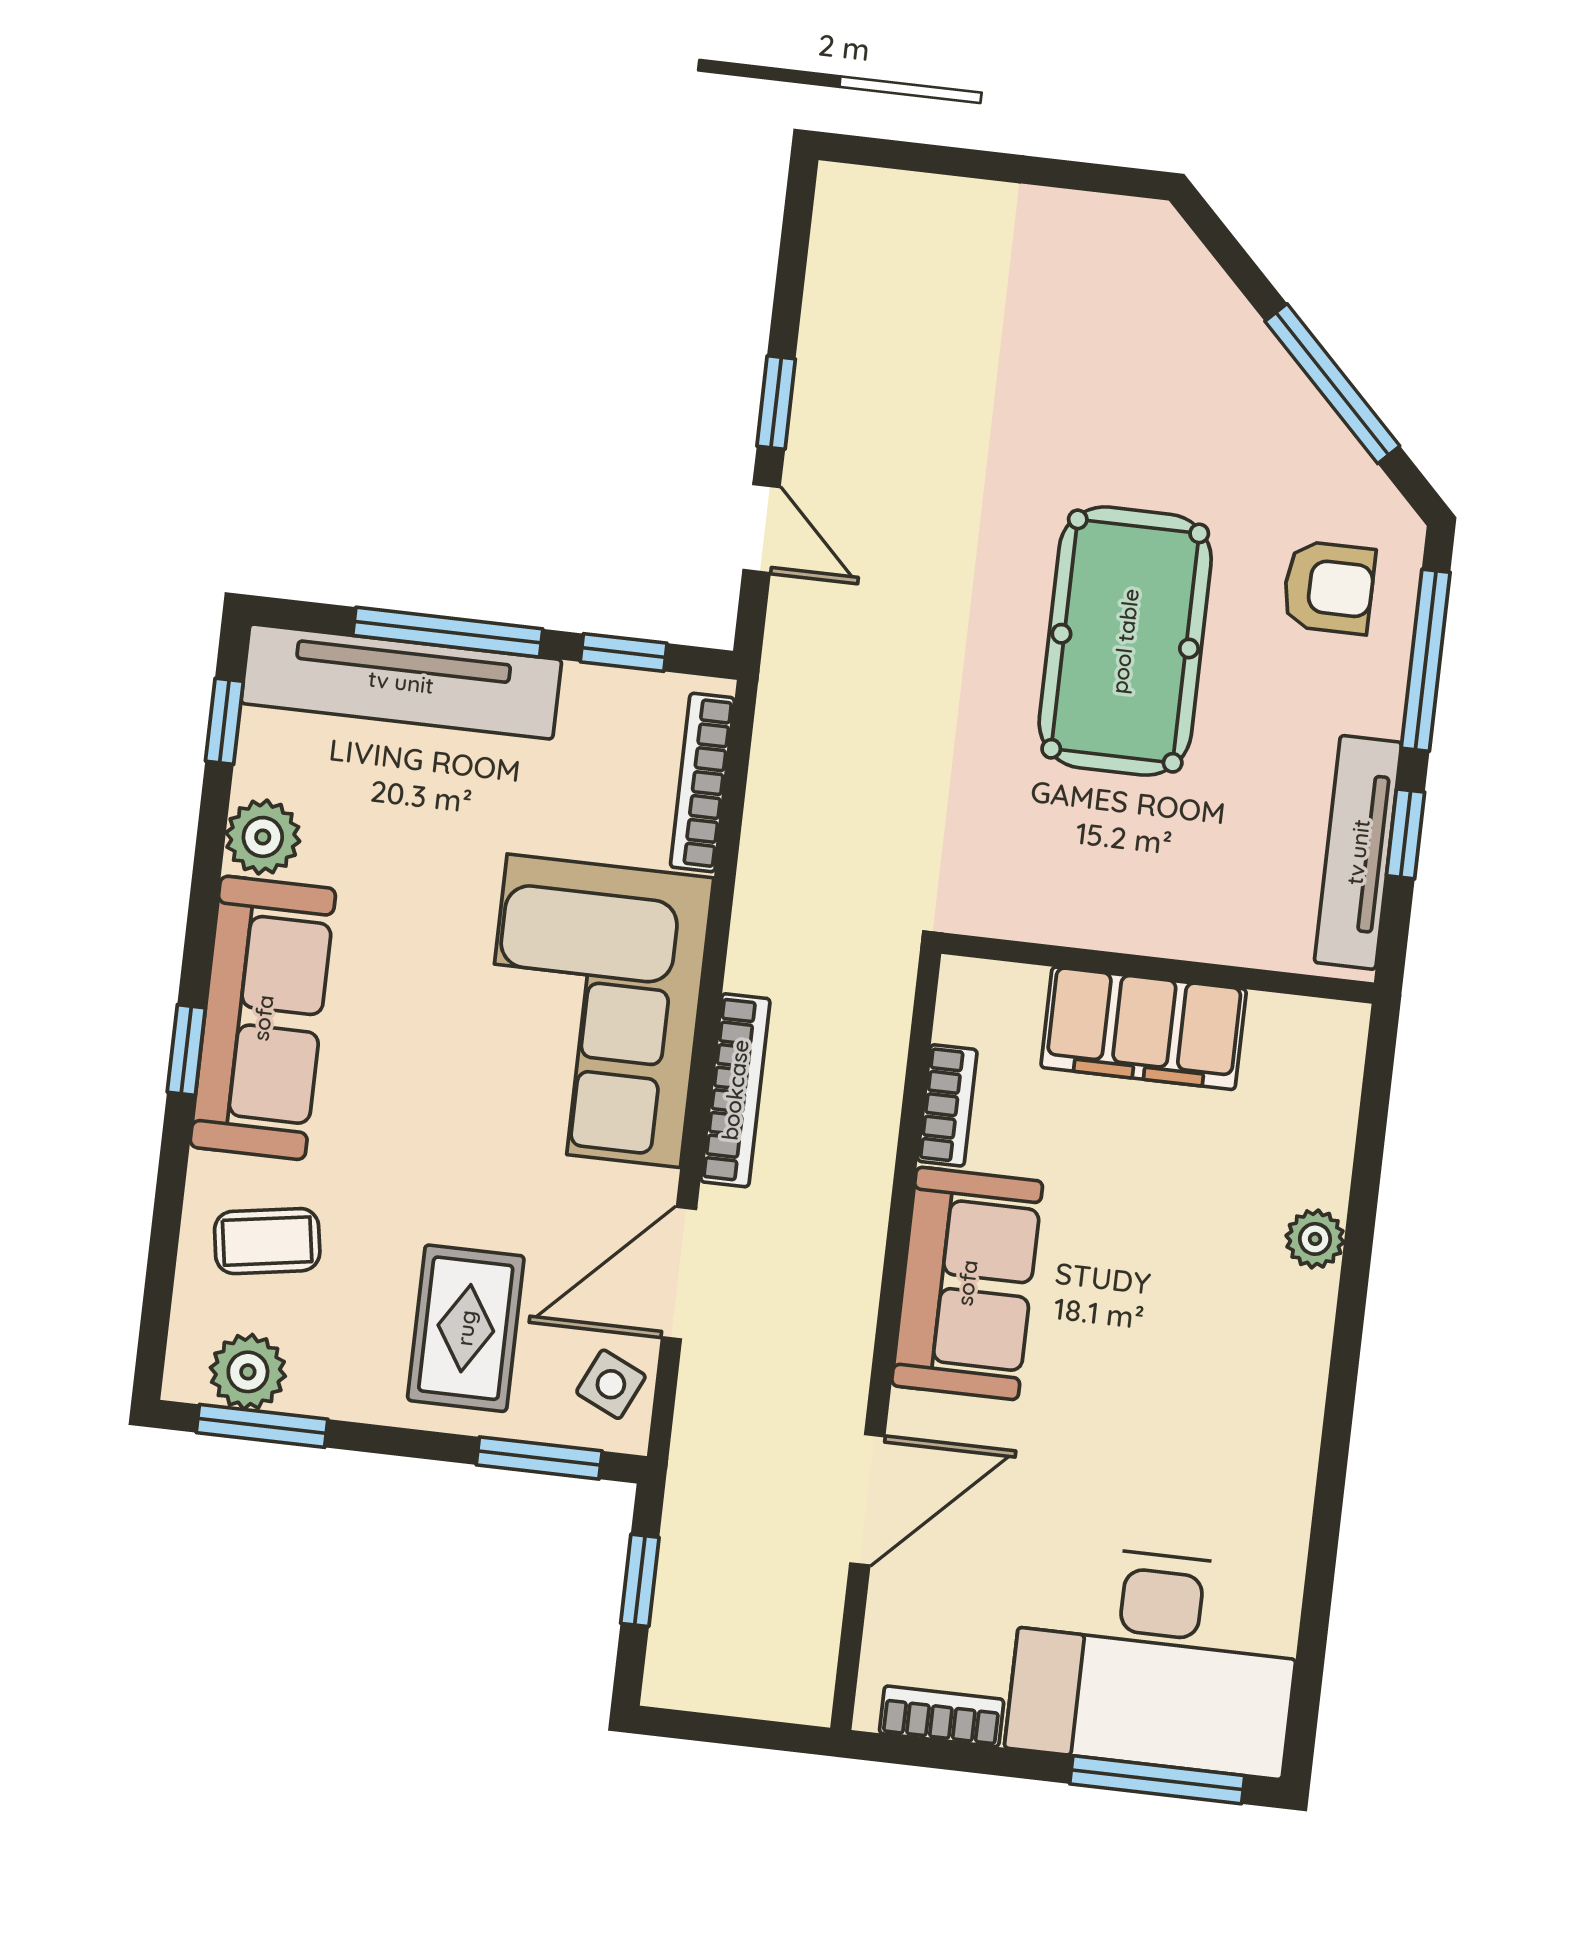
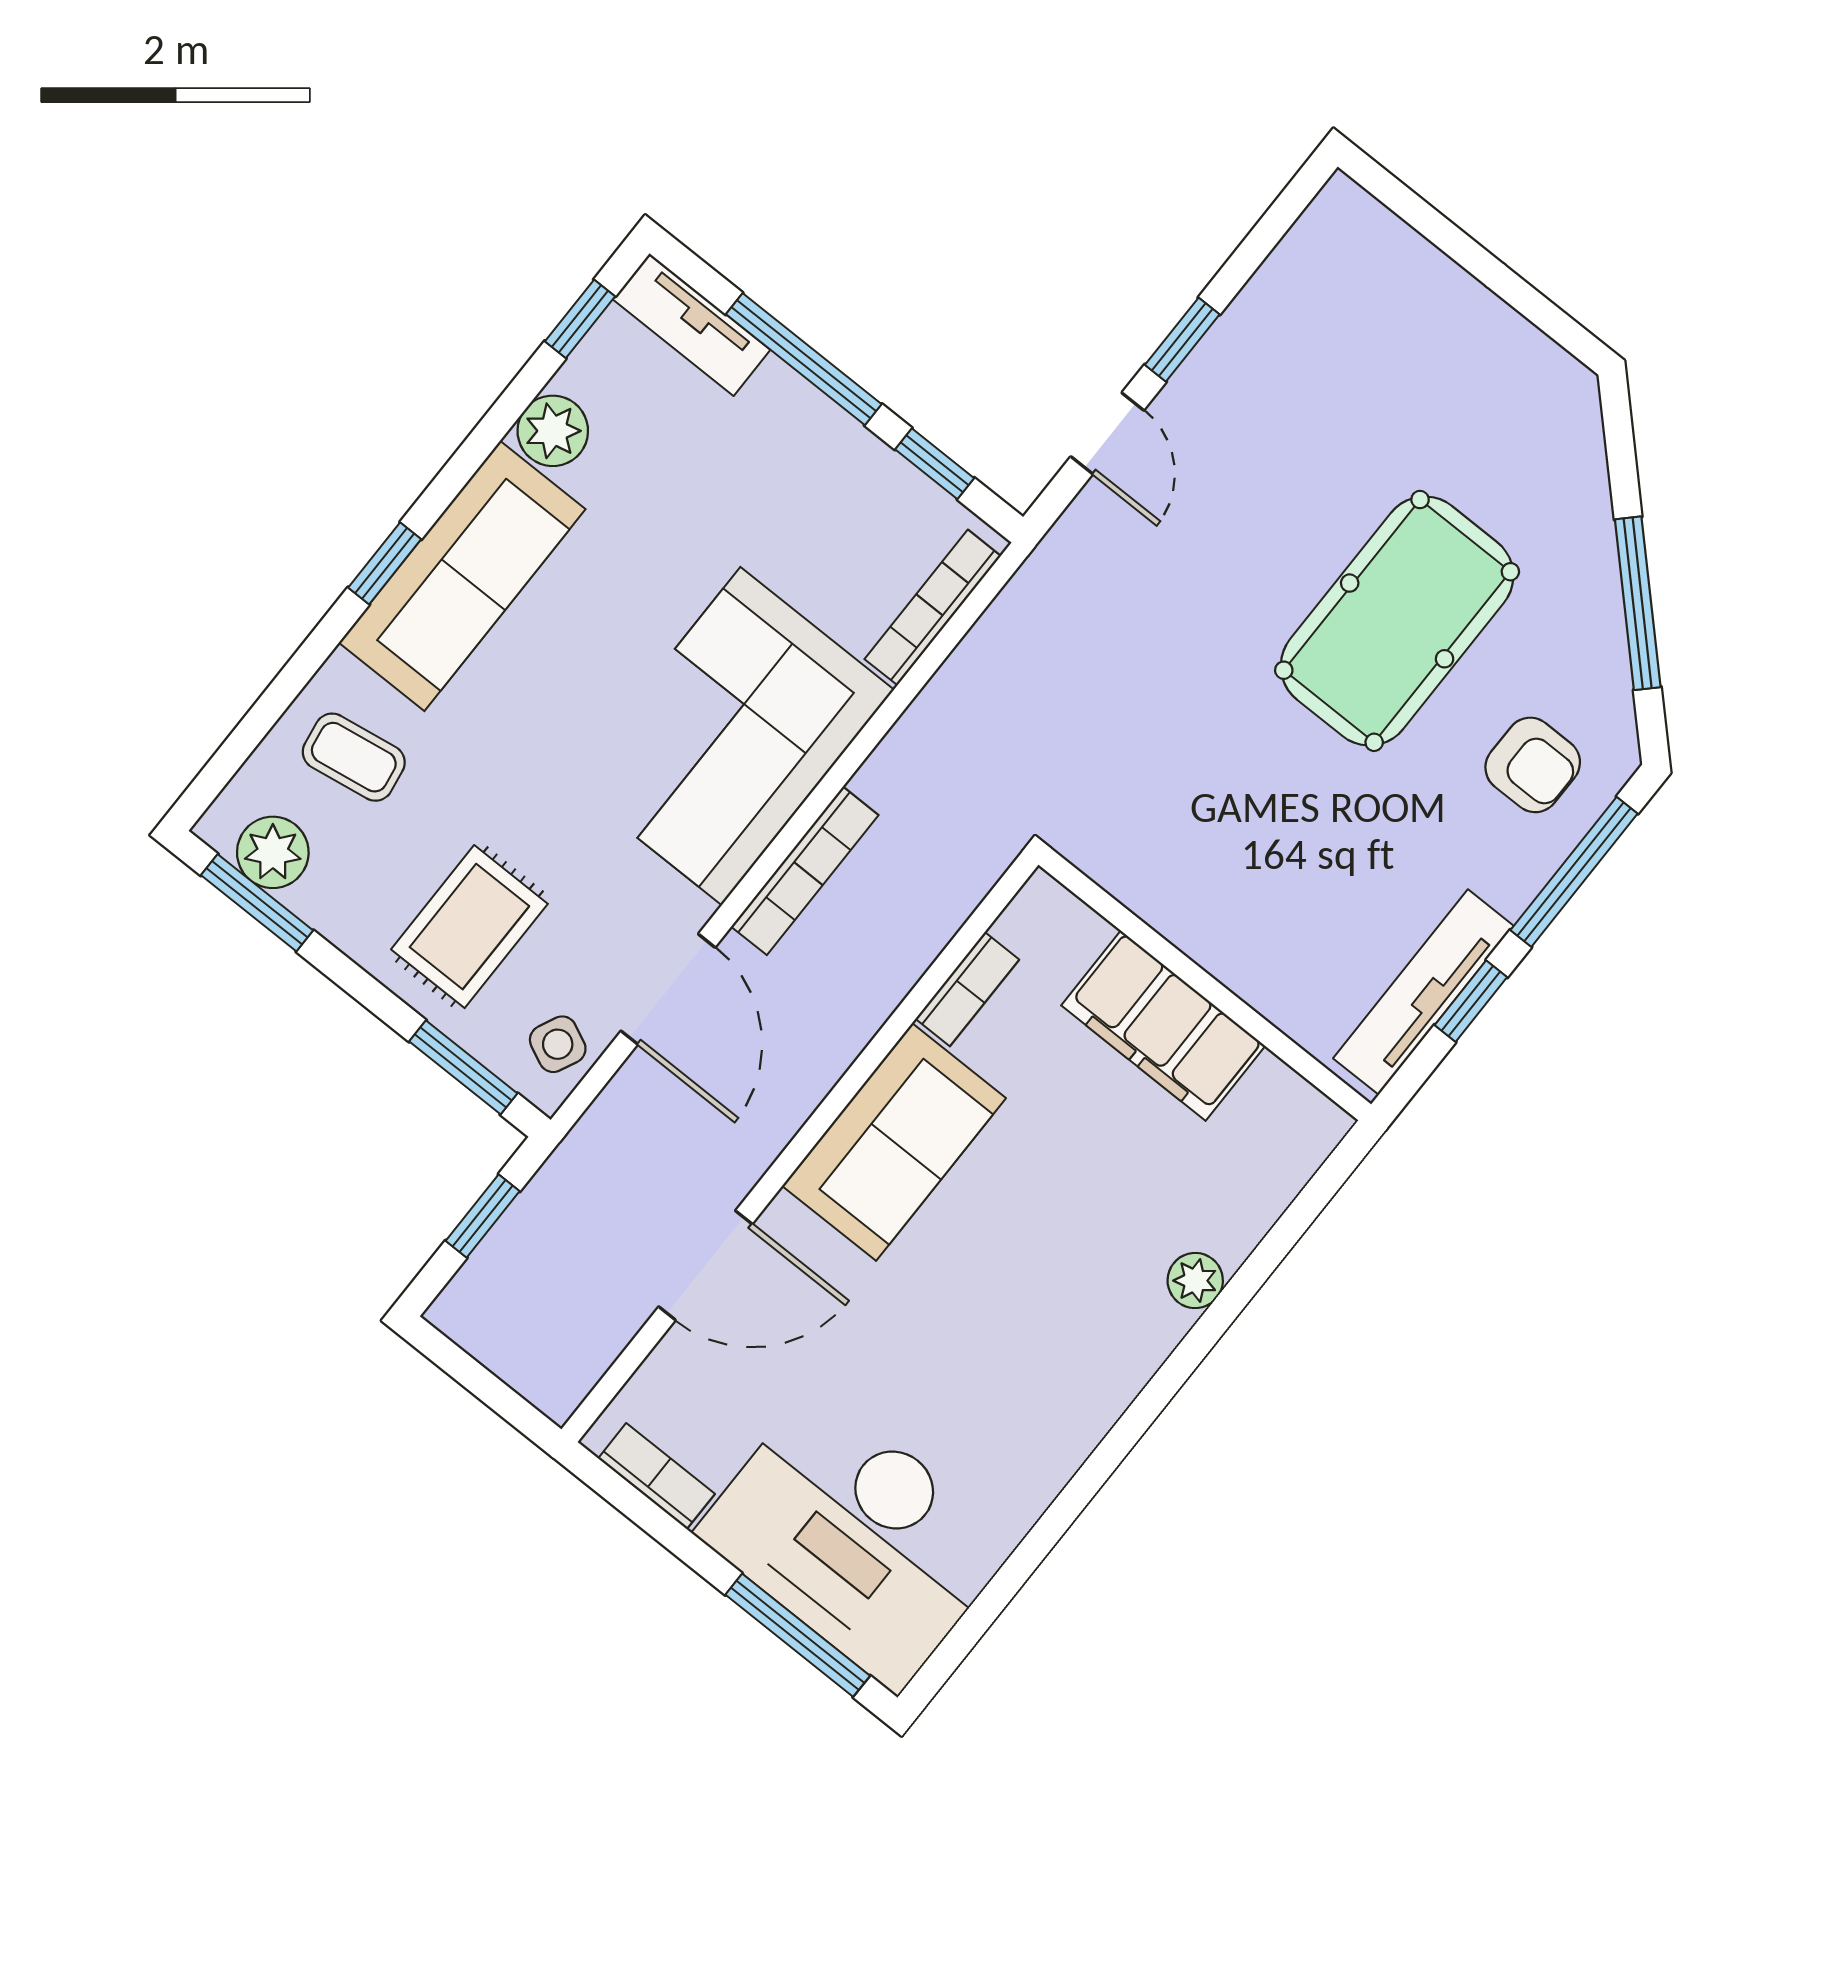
pool table: (1125, 641) -> (1397, 621), moved
tv unit: (401, 682) -> (691, 325), width x0.52, depth x0.78
door: (679, 1273) -> (668, 989), swing flipped

